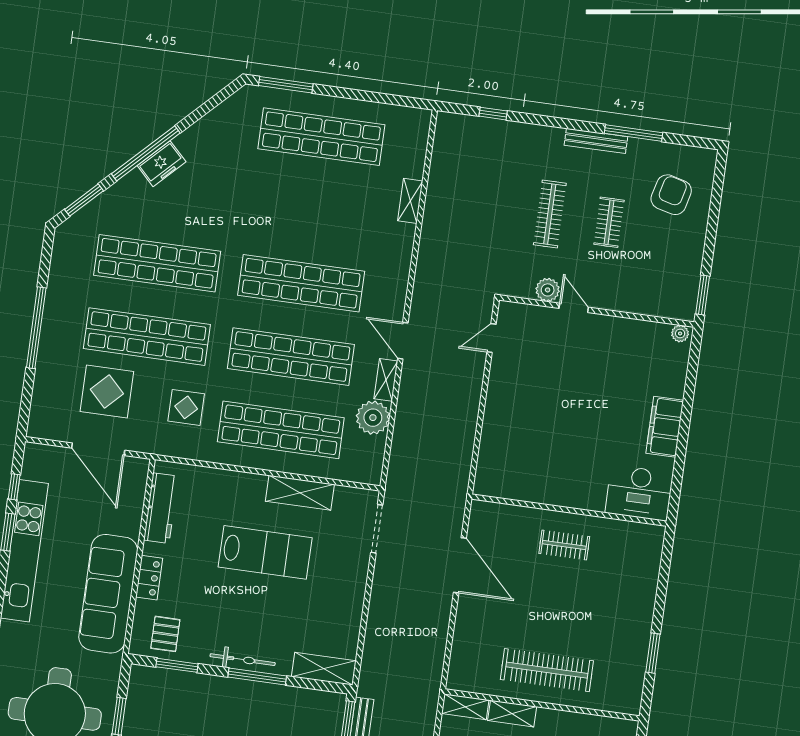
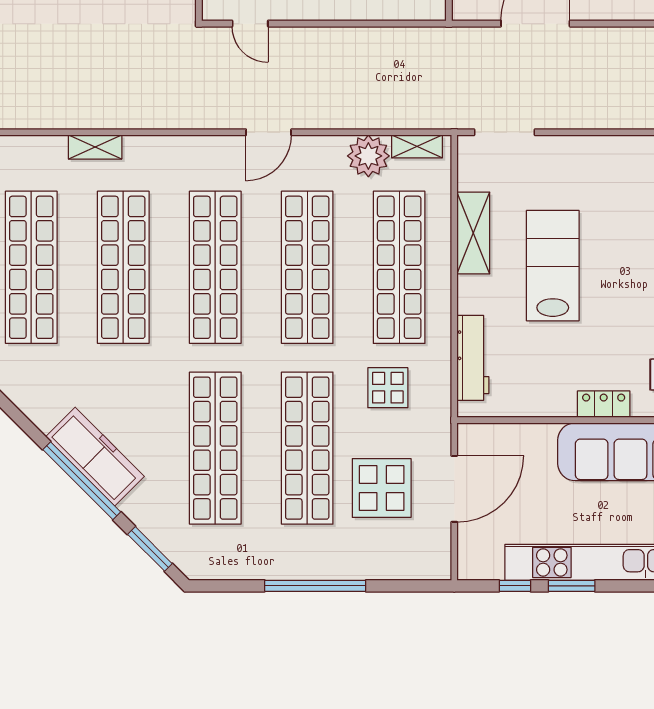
freezer: (162, 164) -> (95, 457), width x1.91, depth x1.26
shop shelf: (311, 210) -> (123, 267), added
shelving: (386, 380) -> (417, 146), moved
workbench: (161, 508) -> (473, 358), moved, turned 90

